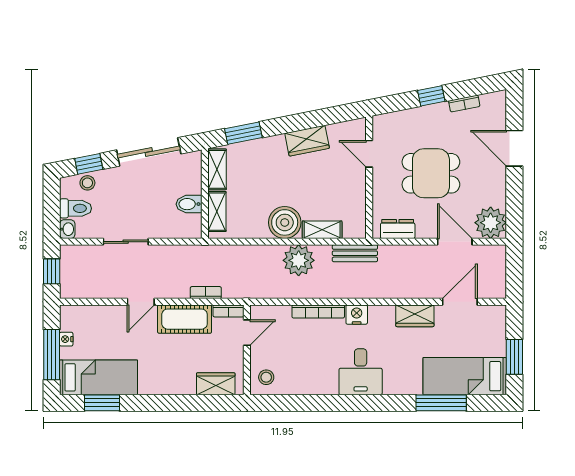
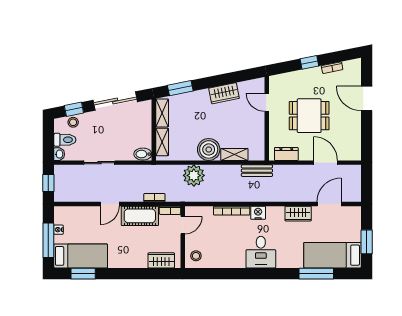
bidet: (189, 204) -> (143, 154), moved
plant: (491, 223) -> (350, 150), removed
plant: (299, 260) -> (194, 175), moved

